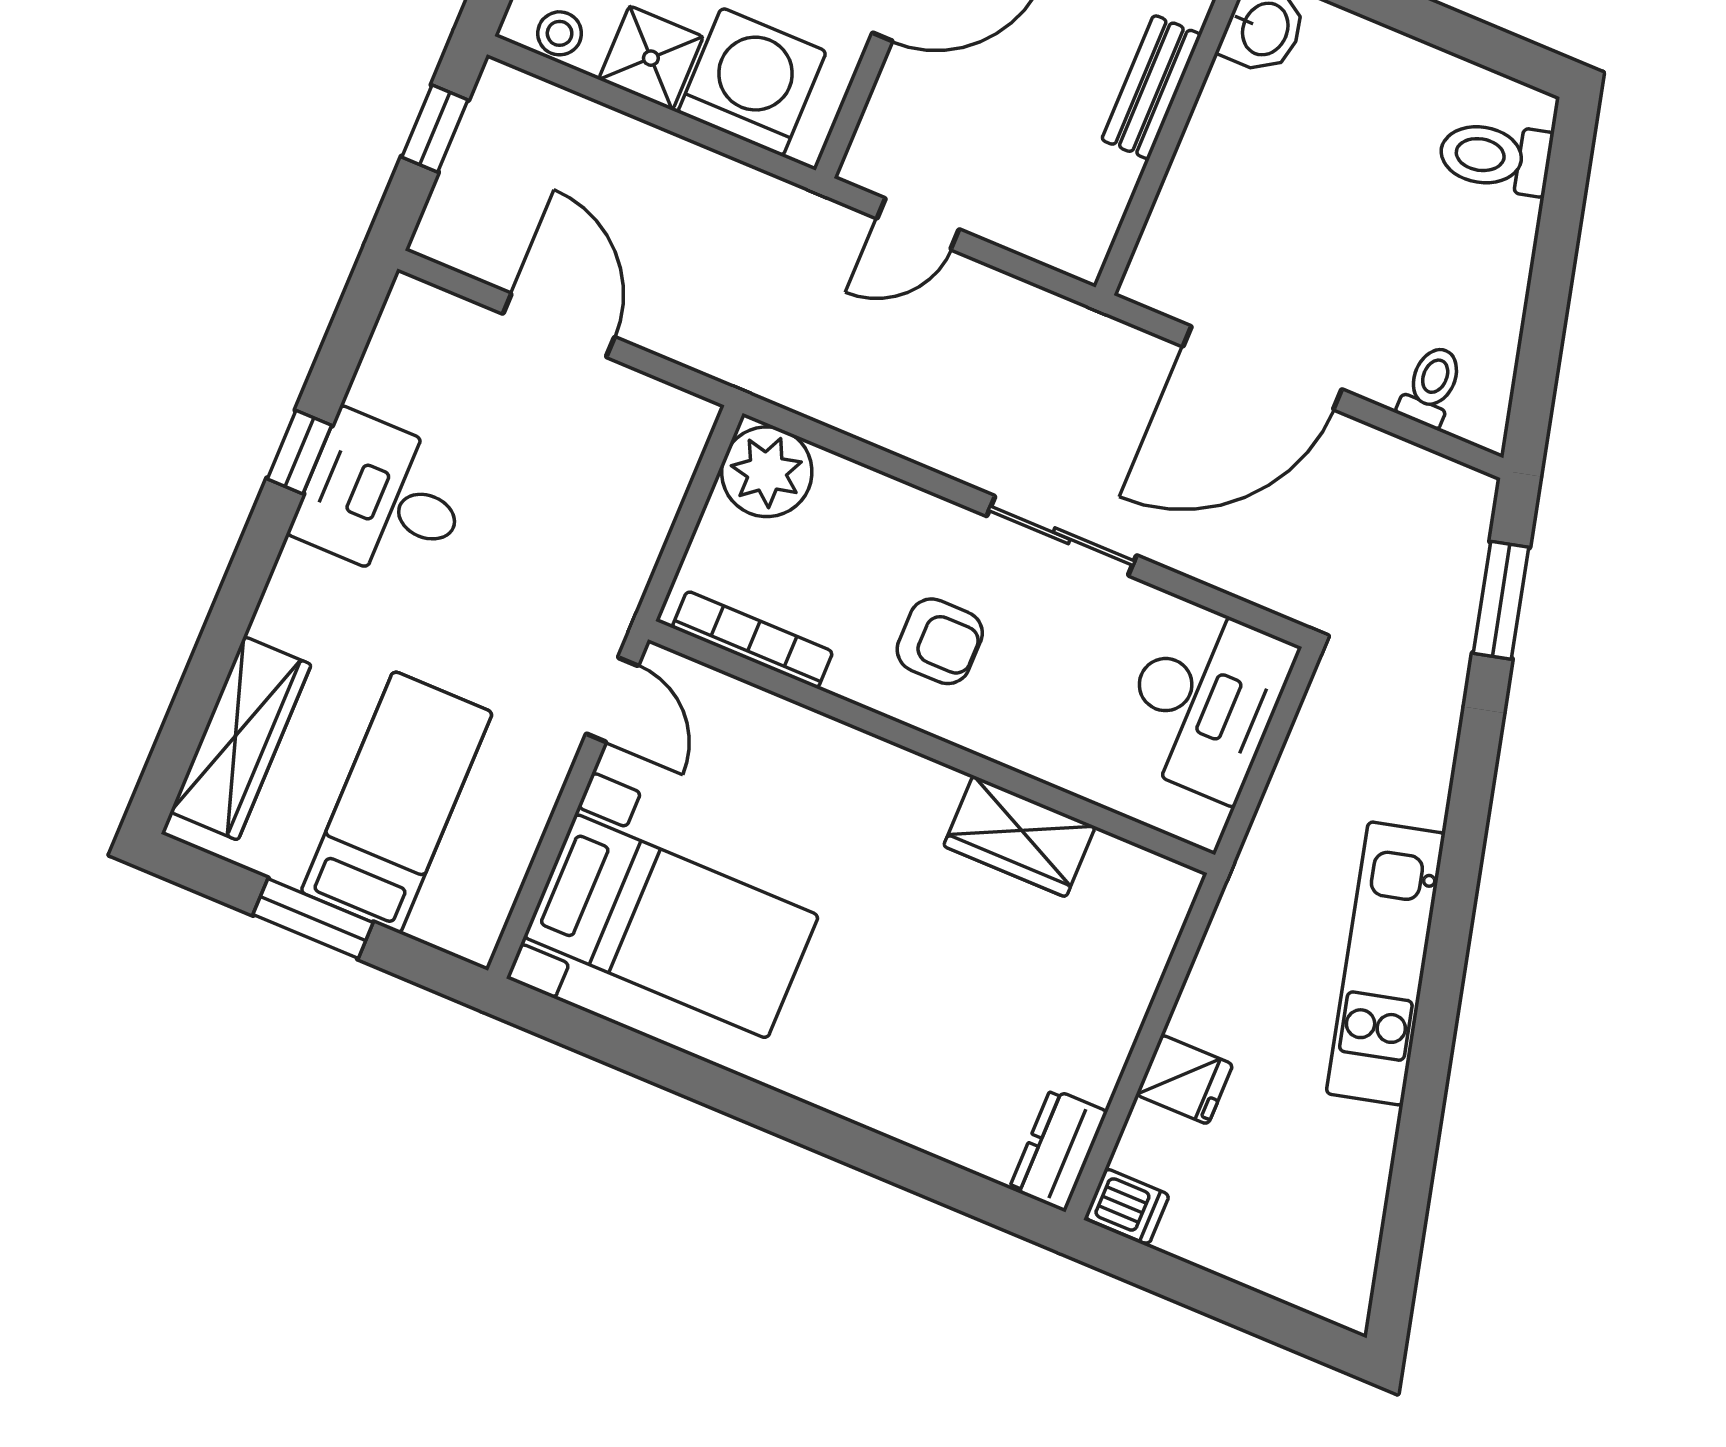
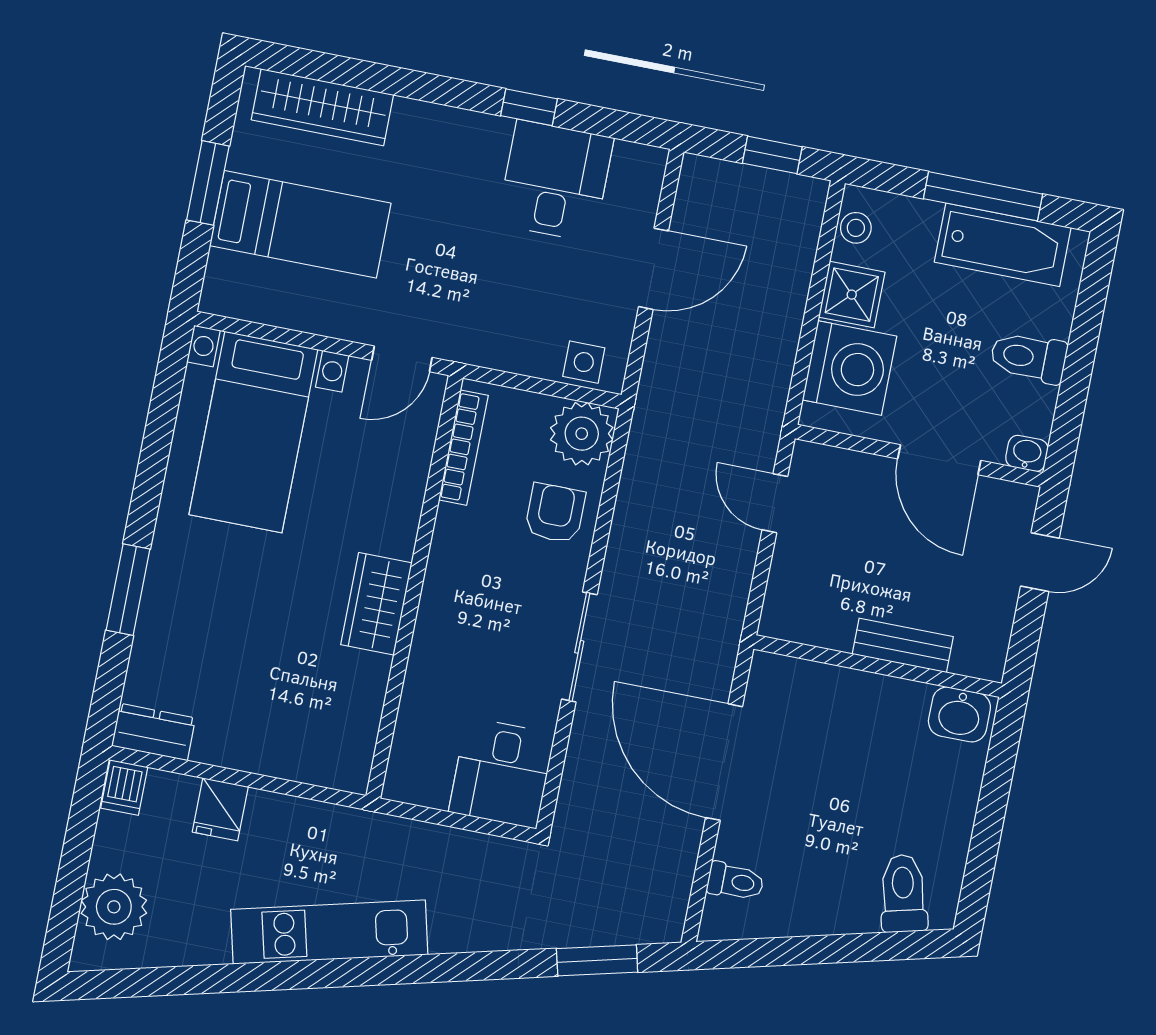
side table: (668, 449) -> (584, 362), added
desk: (383, 498) -> (555, 181), moved
armchair: (940, 641) -> (555, 513), moved, turned 180
desk: (1205, 701) -> (502, 773), width x0.73
wardrobe: (1019, 836) -> (376, 604), moved
window: (854, 1145) -> (128, 590), added
plant: (1289, 1255) -> (114, 907), added

